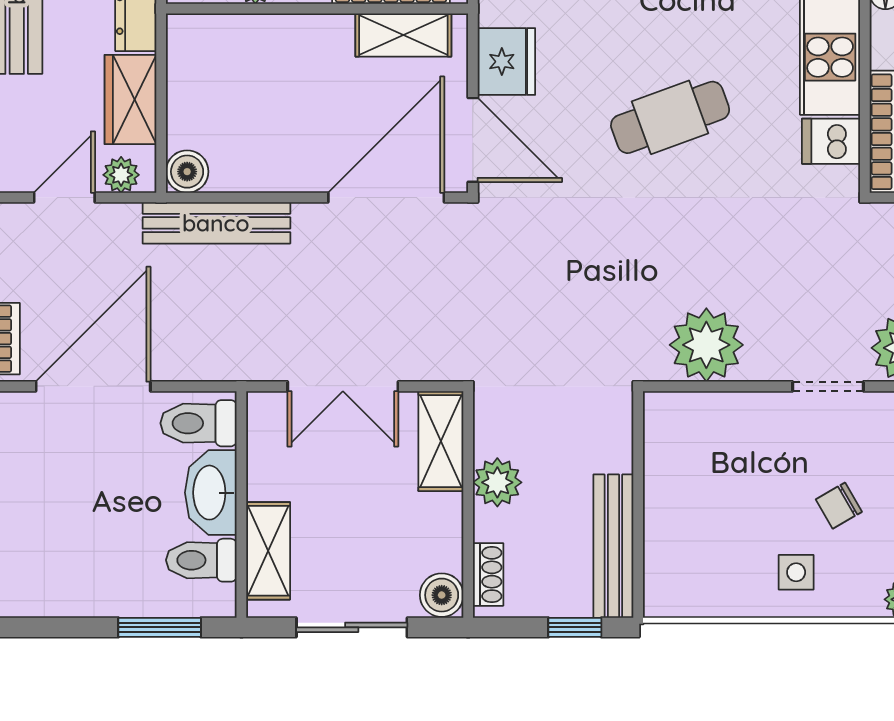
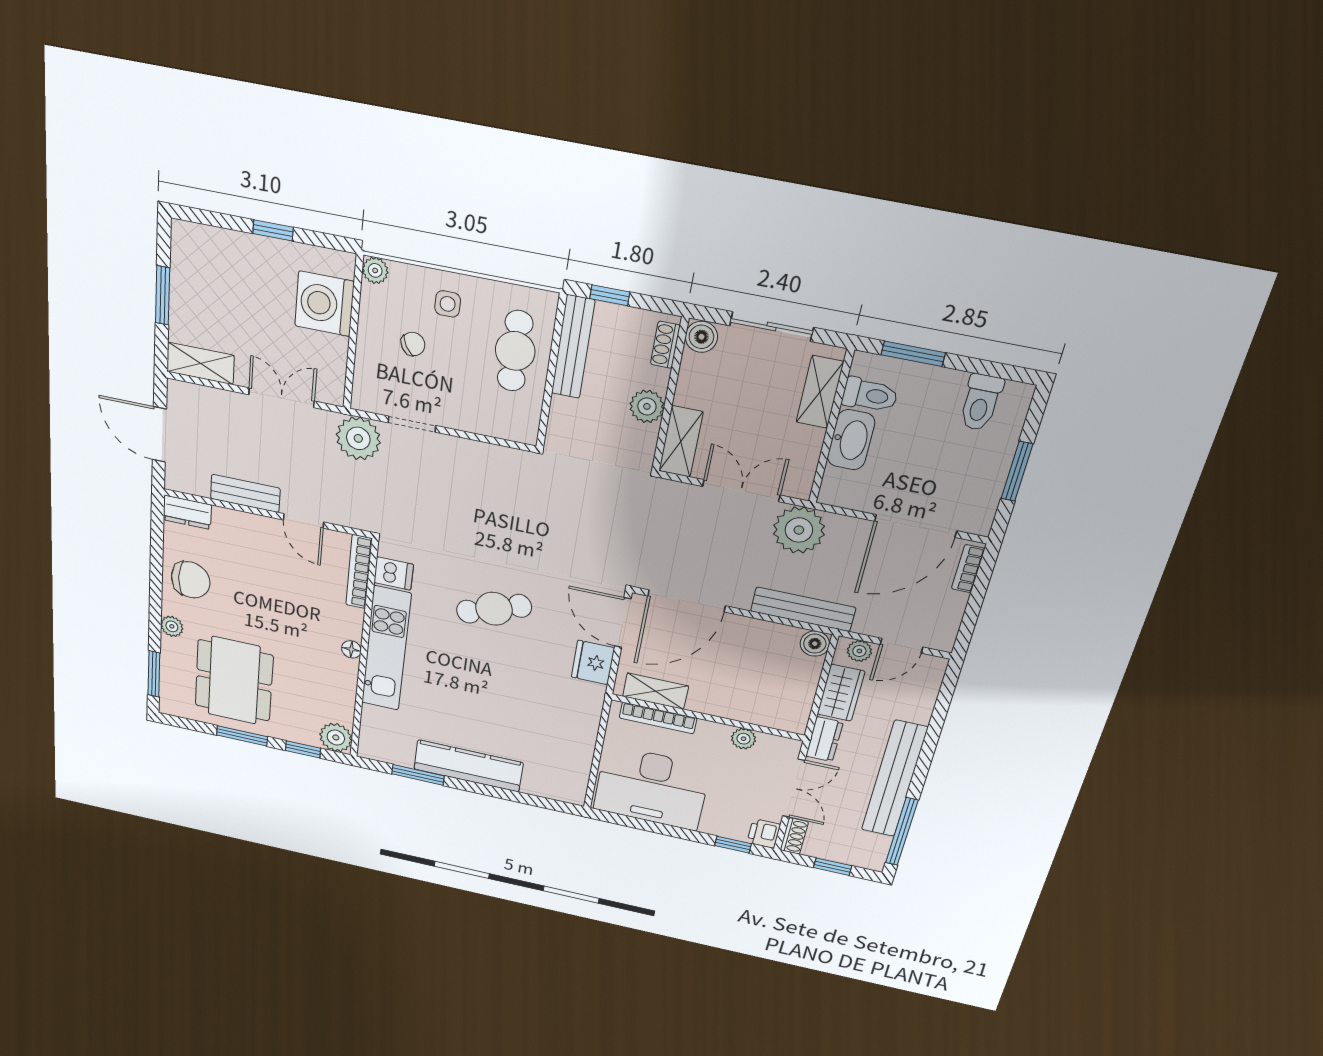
plant: (706, 345) -> (799, 530), moved
toilet: (199, 423) -> (981, 402), moved, turned 90
cafe table: (693, 524) -> (515, 351), added

